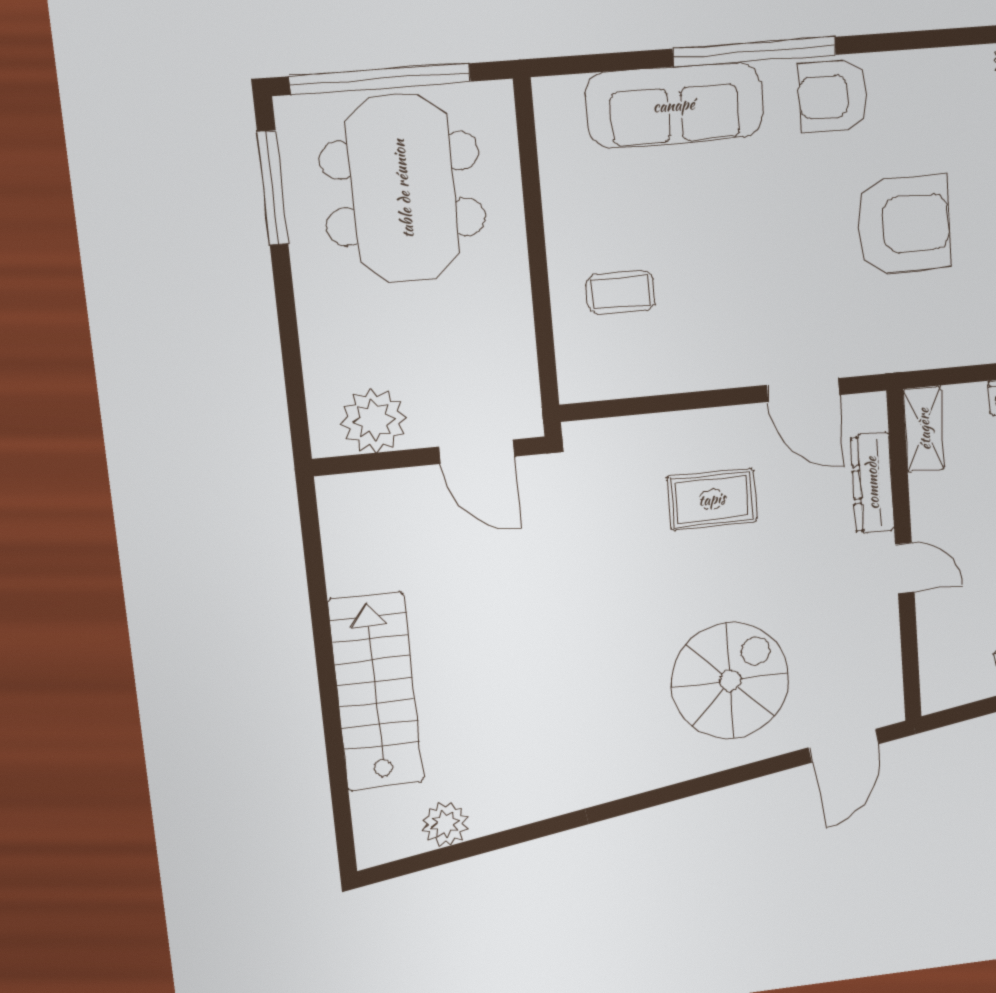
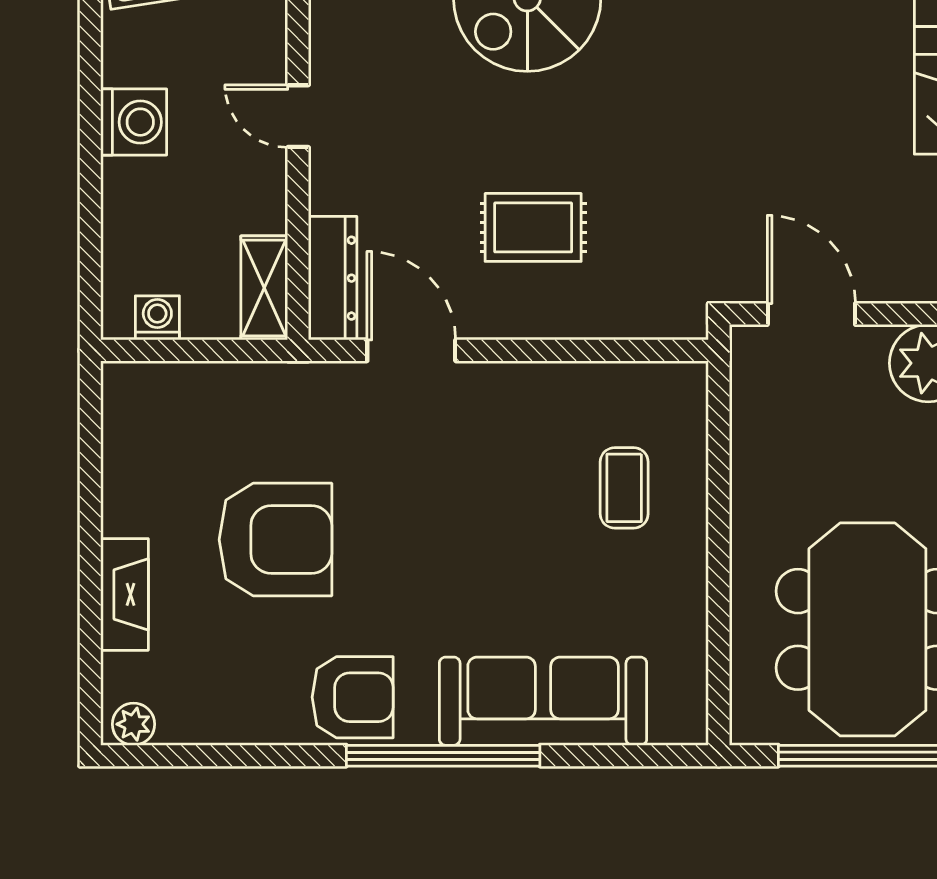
armchair: (903, 224) -> (276, 540), turned 180
coffee table: (621, 292) -> (624, 488), turned 90
dresser: (872, 483) -> (333, 278), moved

